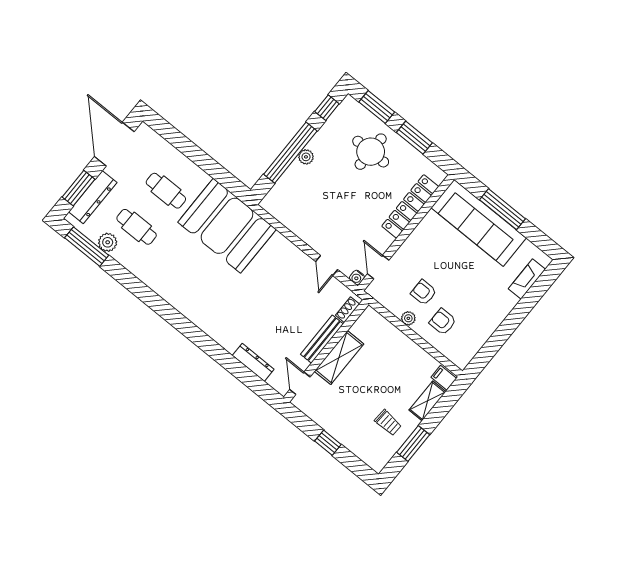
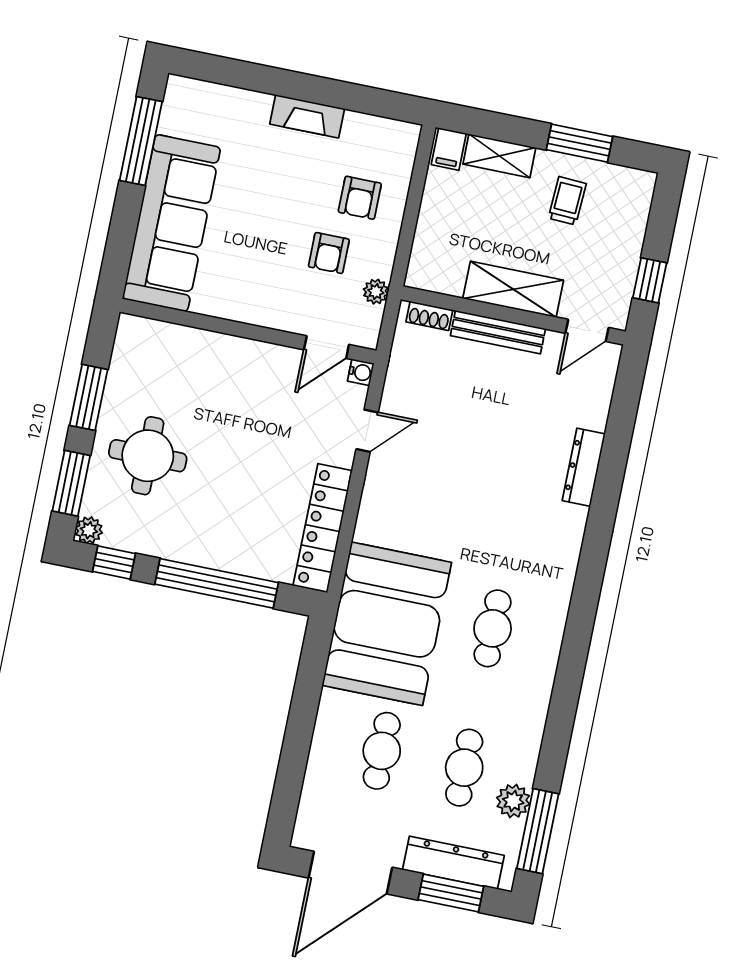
plant: (306, 157) -> (89, 530), moved
locker: (410, 206) -> (323, 528), moved, turned 90
window: (502, 209) -> (141, 141), moved
cafe table: (198, 276) -> (493, 628), added
fireplace: (527, 279) -> (307, 116), moved
shoe rack: (347, 310) -> (429, 316), moved
plant: (408, 318) -> (376, 292), moved
bench: (322, 339) -> (498, 332), moved
wall: (326, 351) -> (513, 315), moved
shelving: (339, 358) -> (513, 289), moved
door: (300, 383) -> (587, 330), moved

